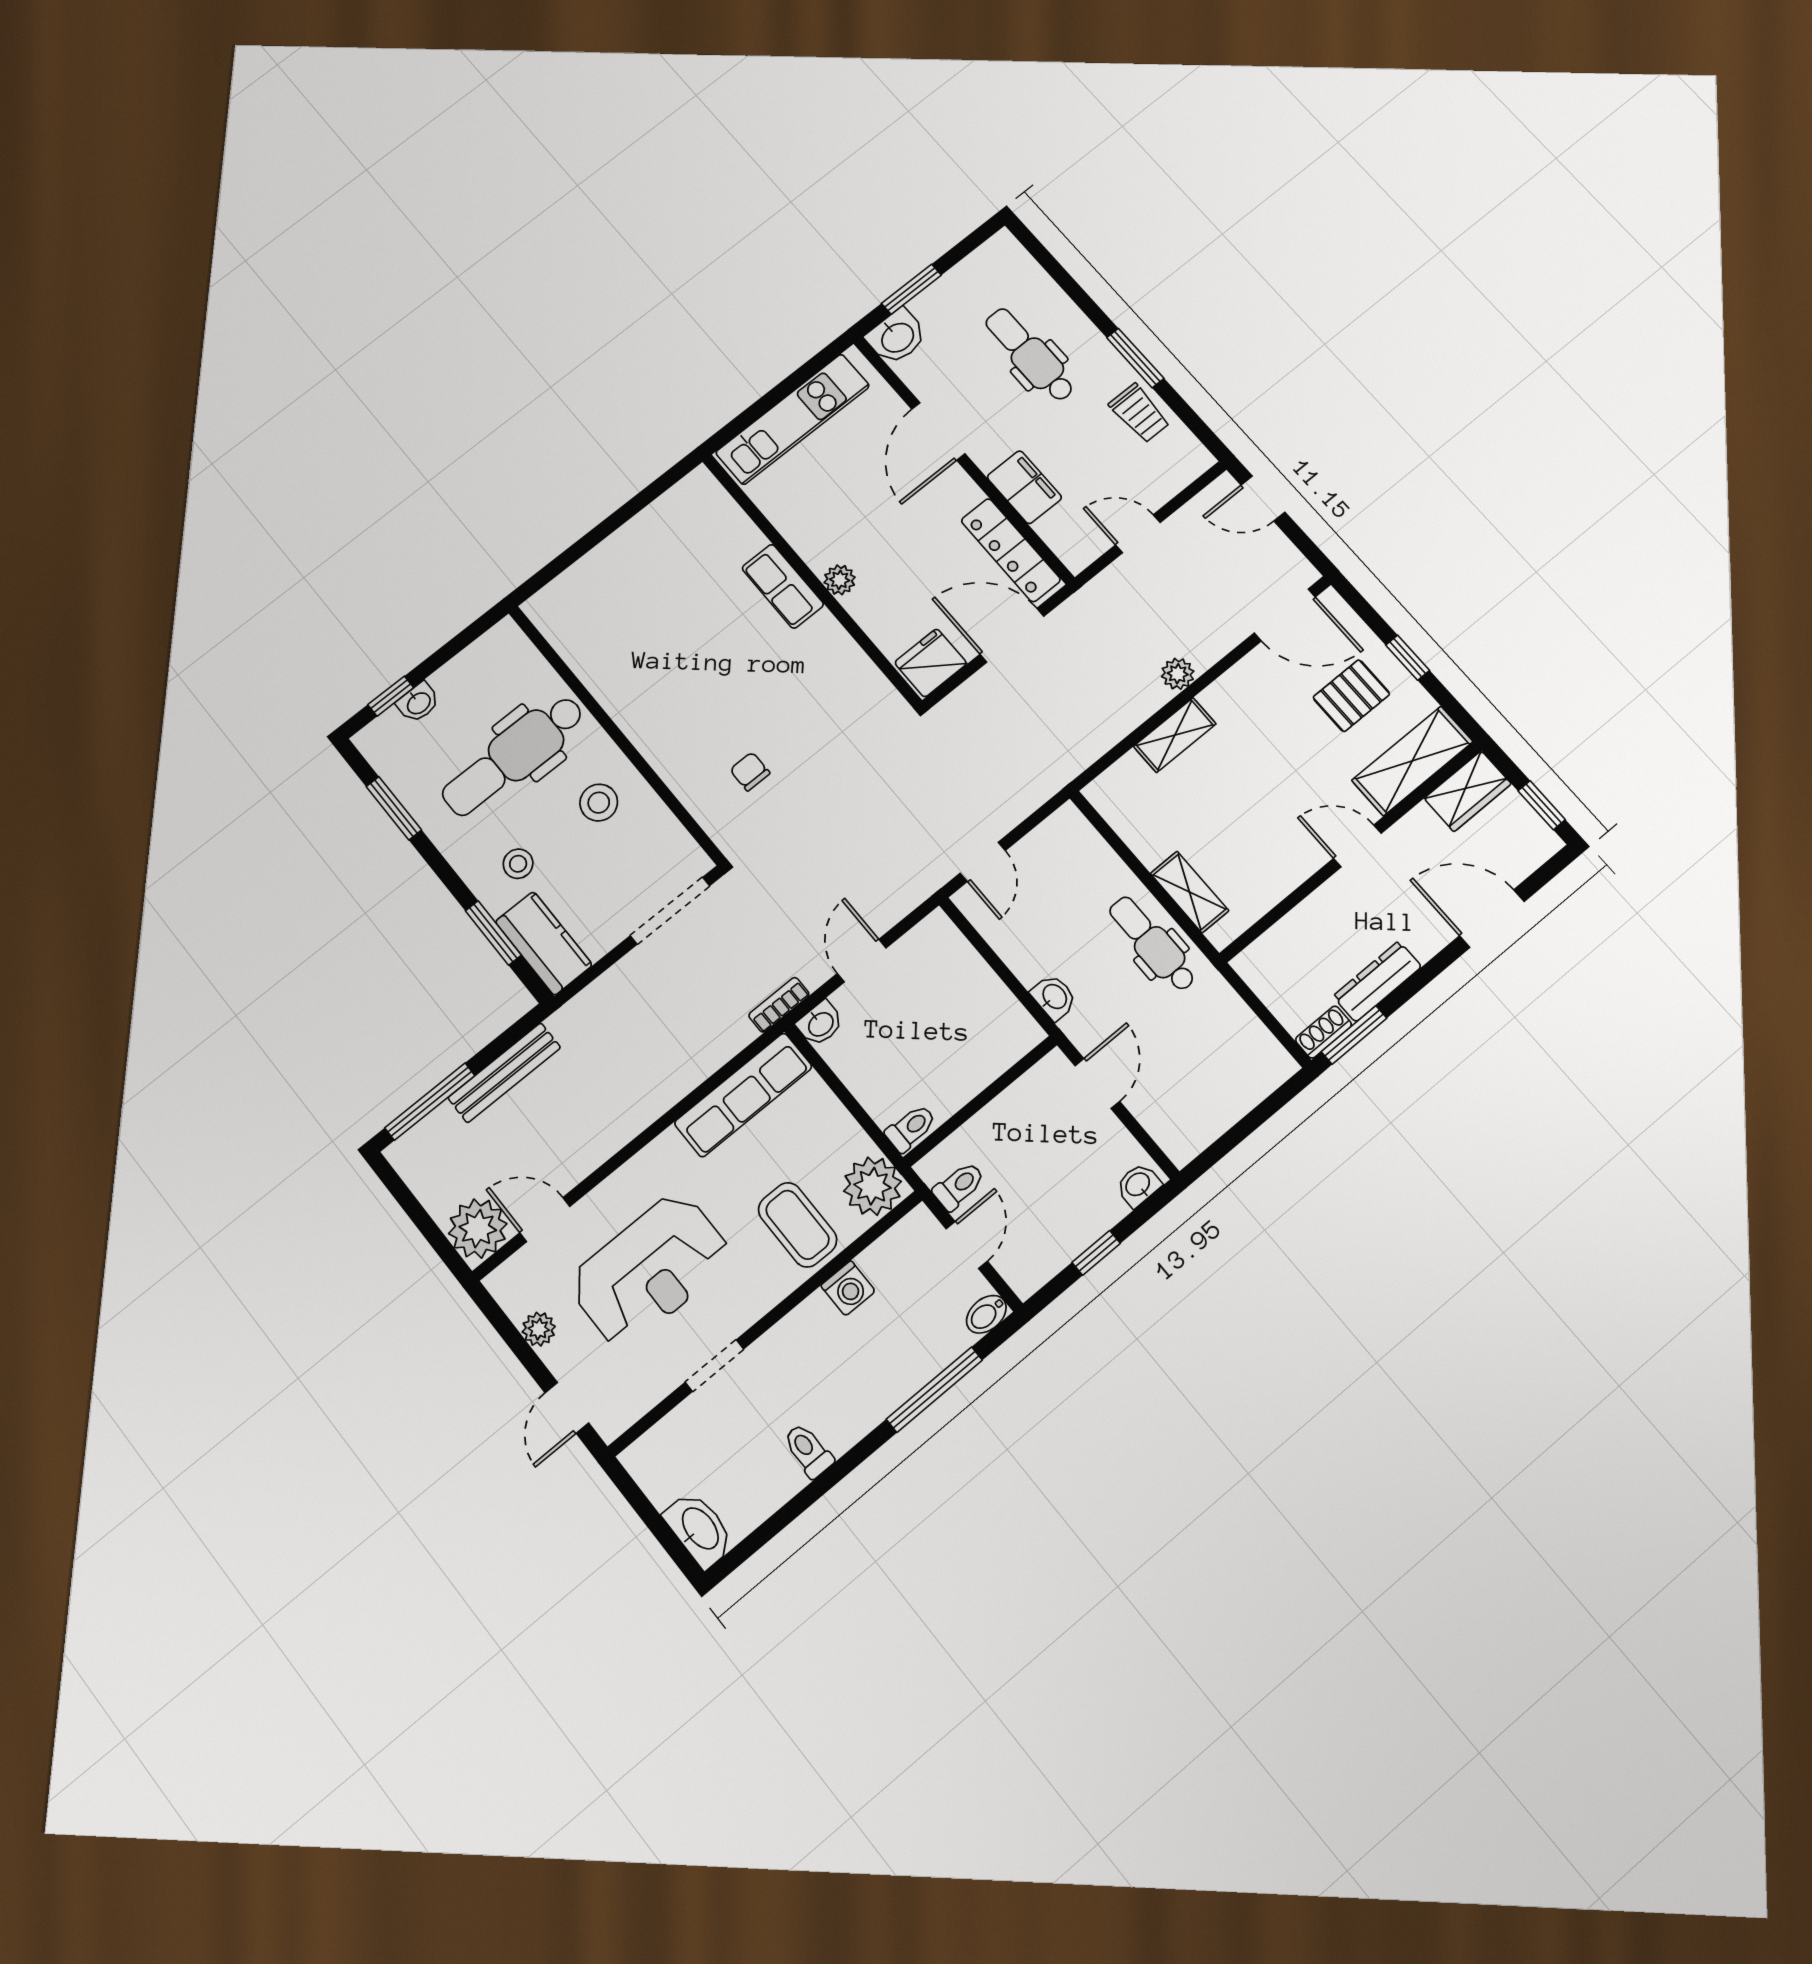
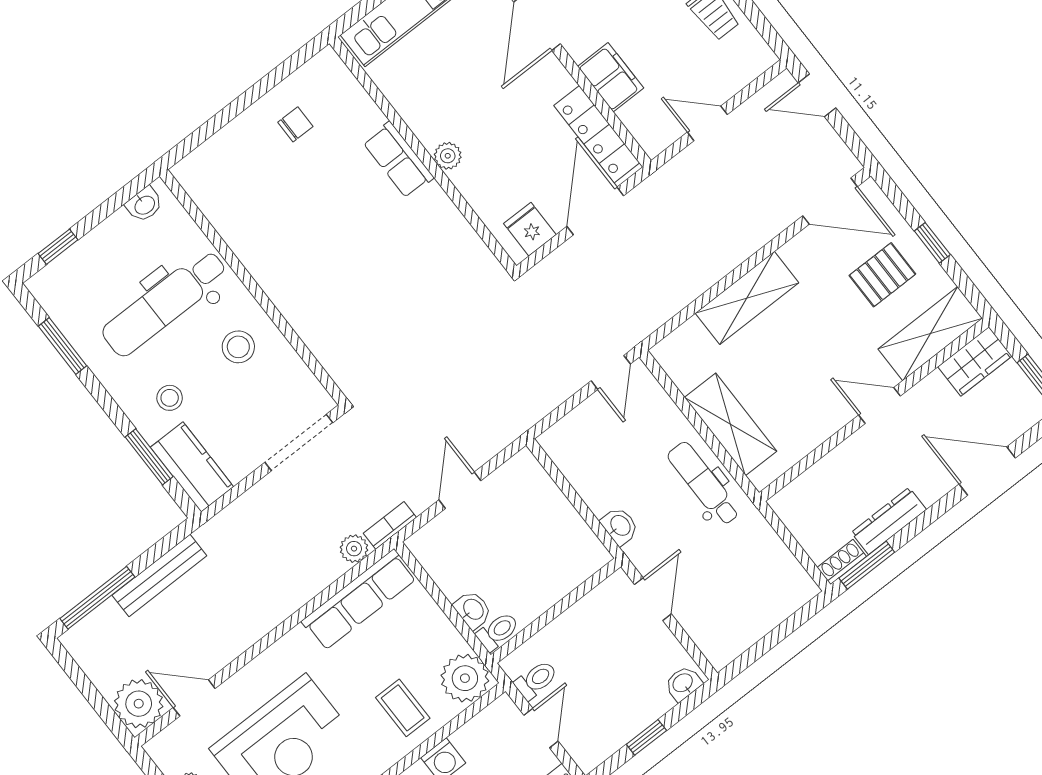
door: (1012, 635) -> (595, 211), hinge flipped
fridge: (931, 663) -> (530, 229), width x0.72
plant: (1178, 674) -> (354, 549), moved
washbasin: (418, 703) -> (144, 205), moved
shelving: (1175, 735) -> (747, 298), width x1.50, depth x1.33
chair: (750, 771) -> (295, 124), moved, turned 90
door: (983, 862) -> (611, 372), moved
shelving: (1190, 892) -> (730, 424), width x1.50, depth x1.33
washbasin: (820, 1024) -> (473, 610), moved, turned -90
coffee table: (798, 1225) -> (403, 708), width x0.73, depth x0.77

